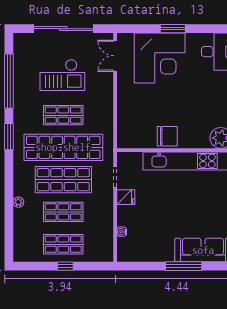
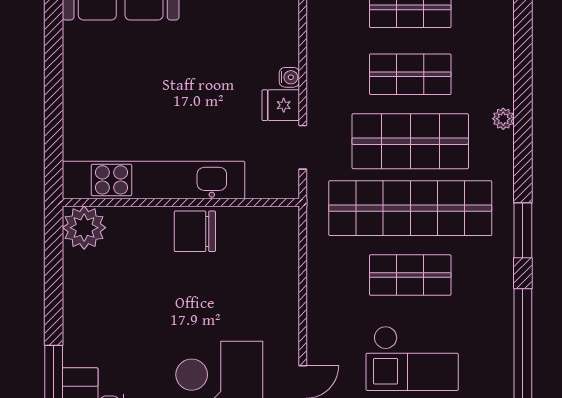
checkout: (62, 75) -> (412, 358), turned 180
plant: (18, 202) -> (503, 119), moved
water cooler: (122, 232) -> (289, 77), moved

